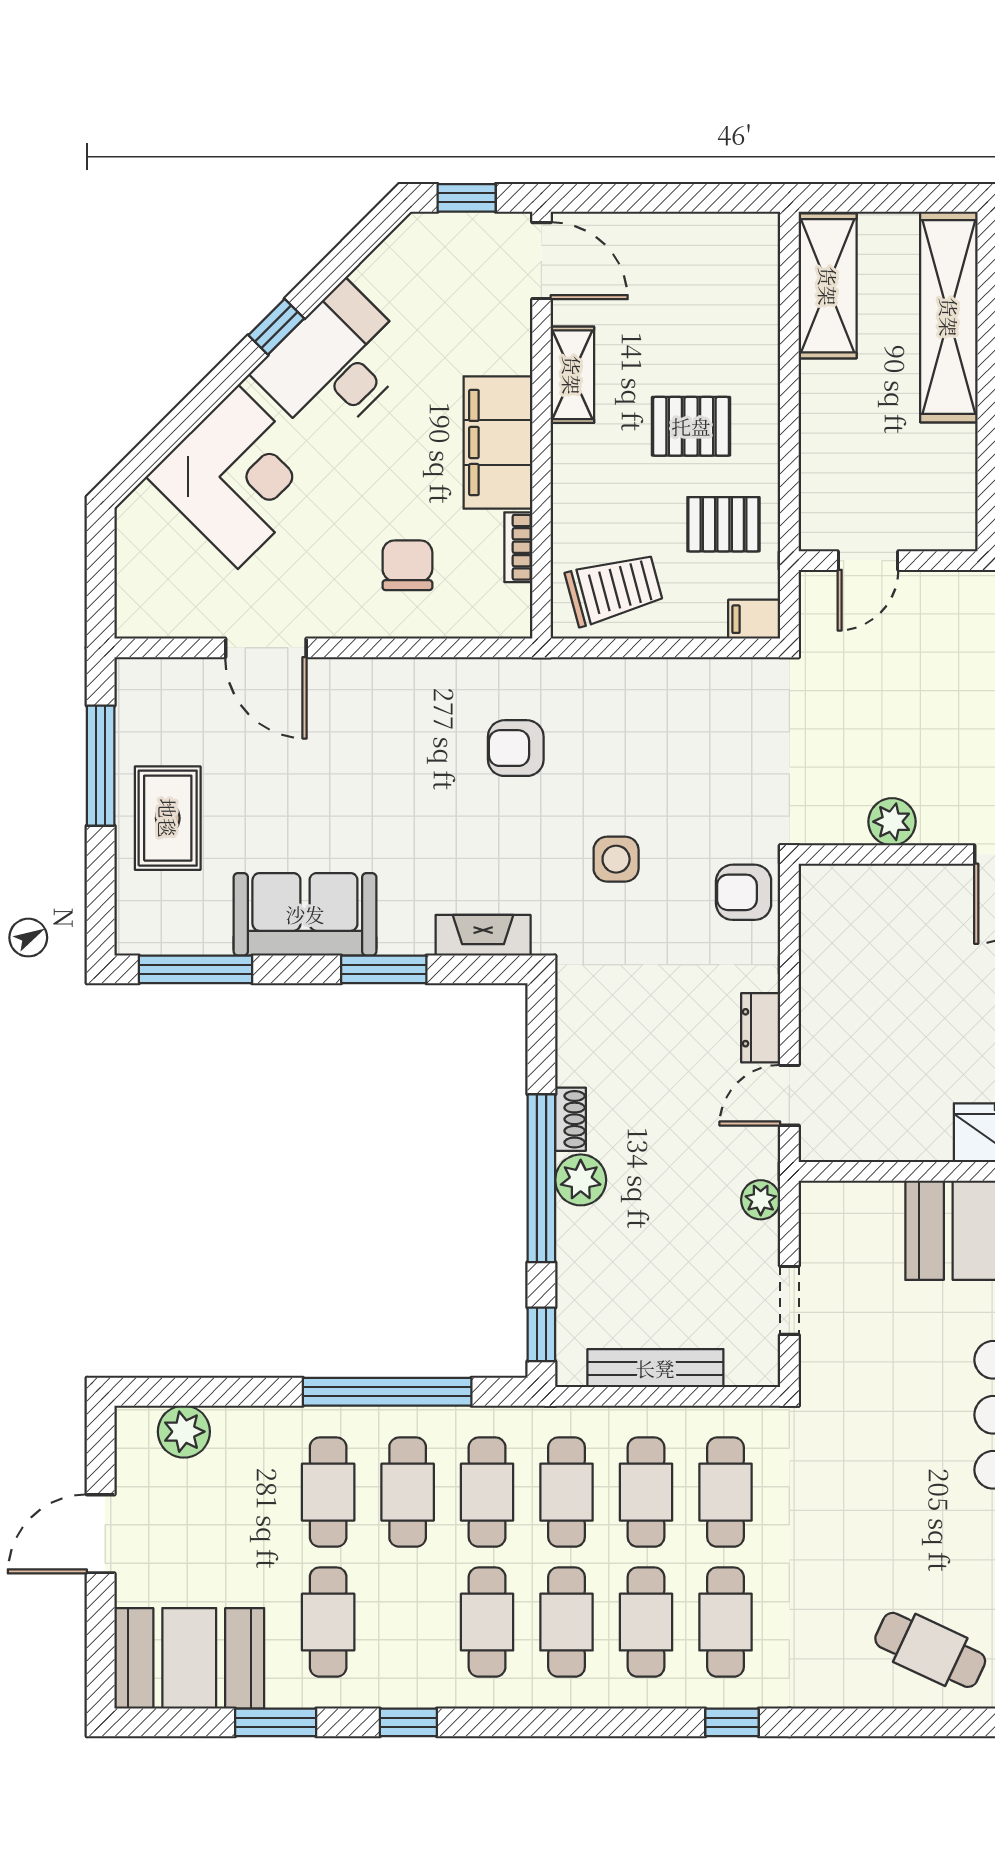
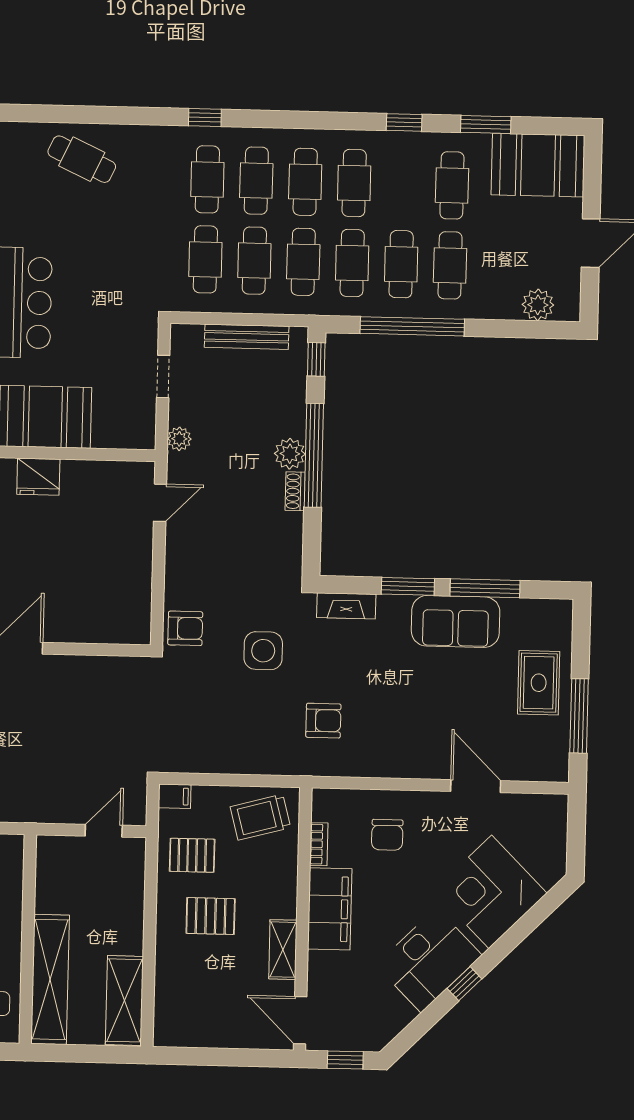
plant: (892, 822) -> (93, 670), removed
side table: (616, 859) -> (263, 651), width x1.37, depth x1.37
window: (196, 969) -> (485, 588), moved
dresser: (761, 1028) -> (177, 545), removed

